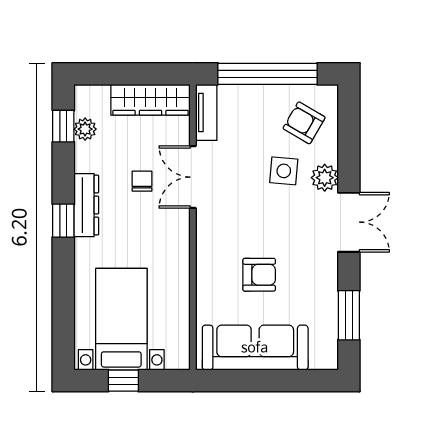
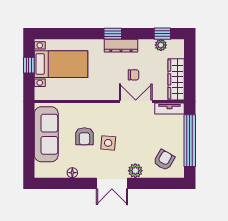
side table: (284, 171) -> (108, 143), moved
floor lamp: (329, 298) -> (72, 173), added
window: (349, 315) -> (63, 183), removed

